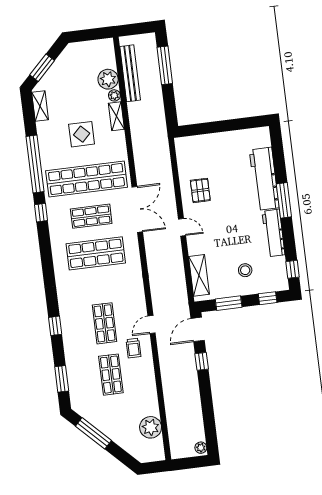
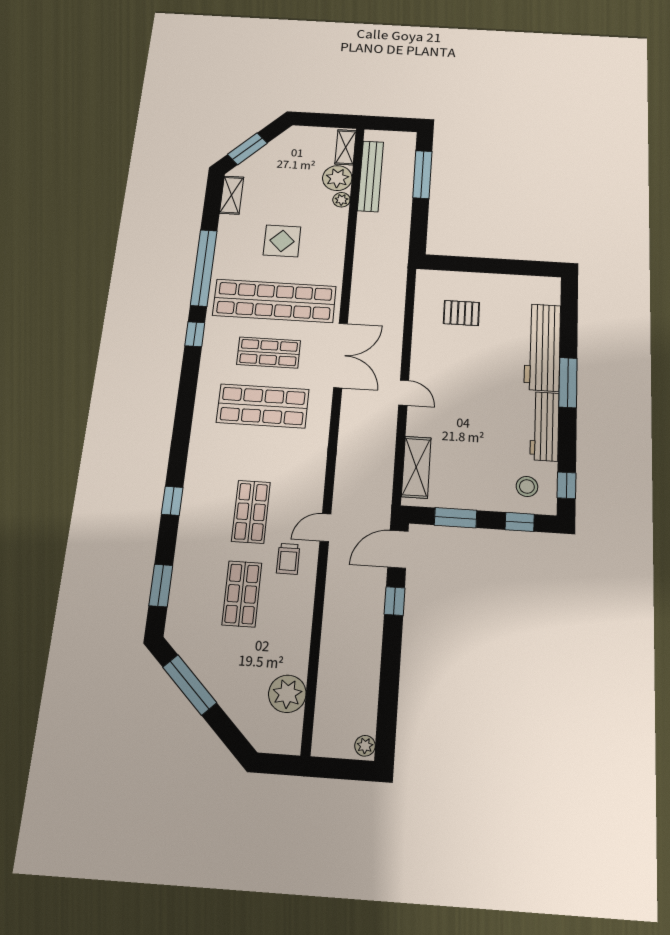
shelving: (116, 116) -> (346, 147), moved
pallet: (200, 190) -> (461, 313), moved, turned 90
stool: (245, 270) -> (527, 487), moved

